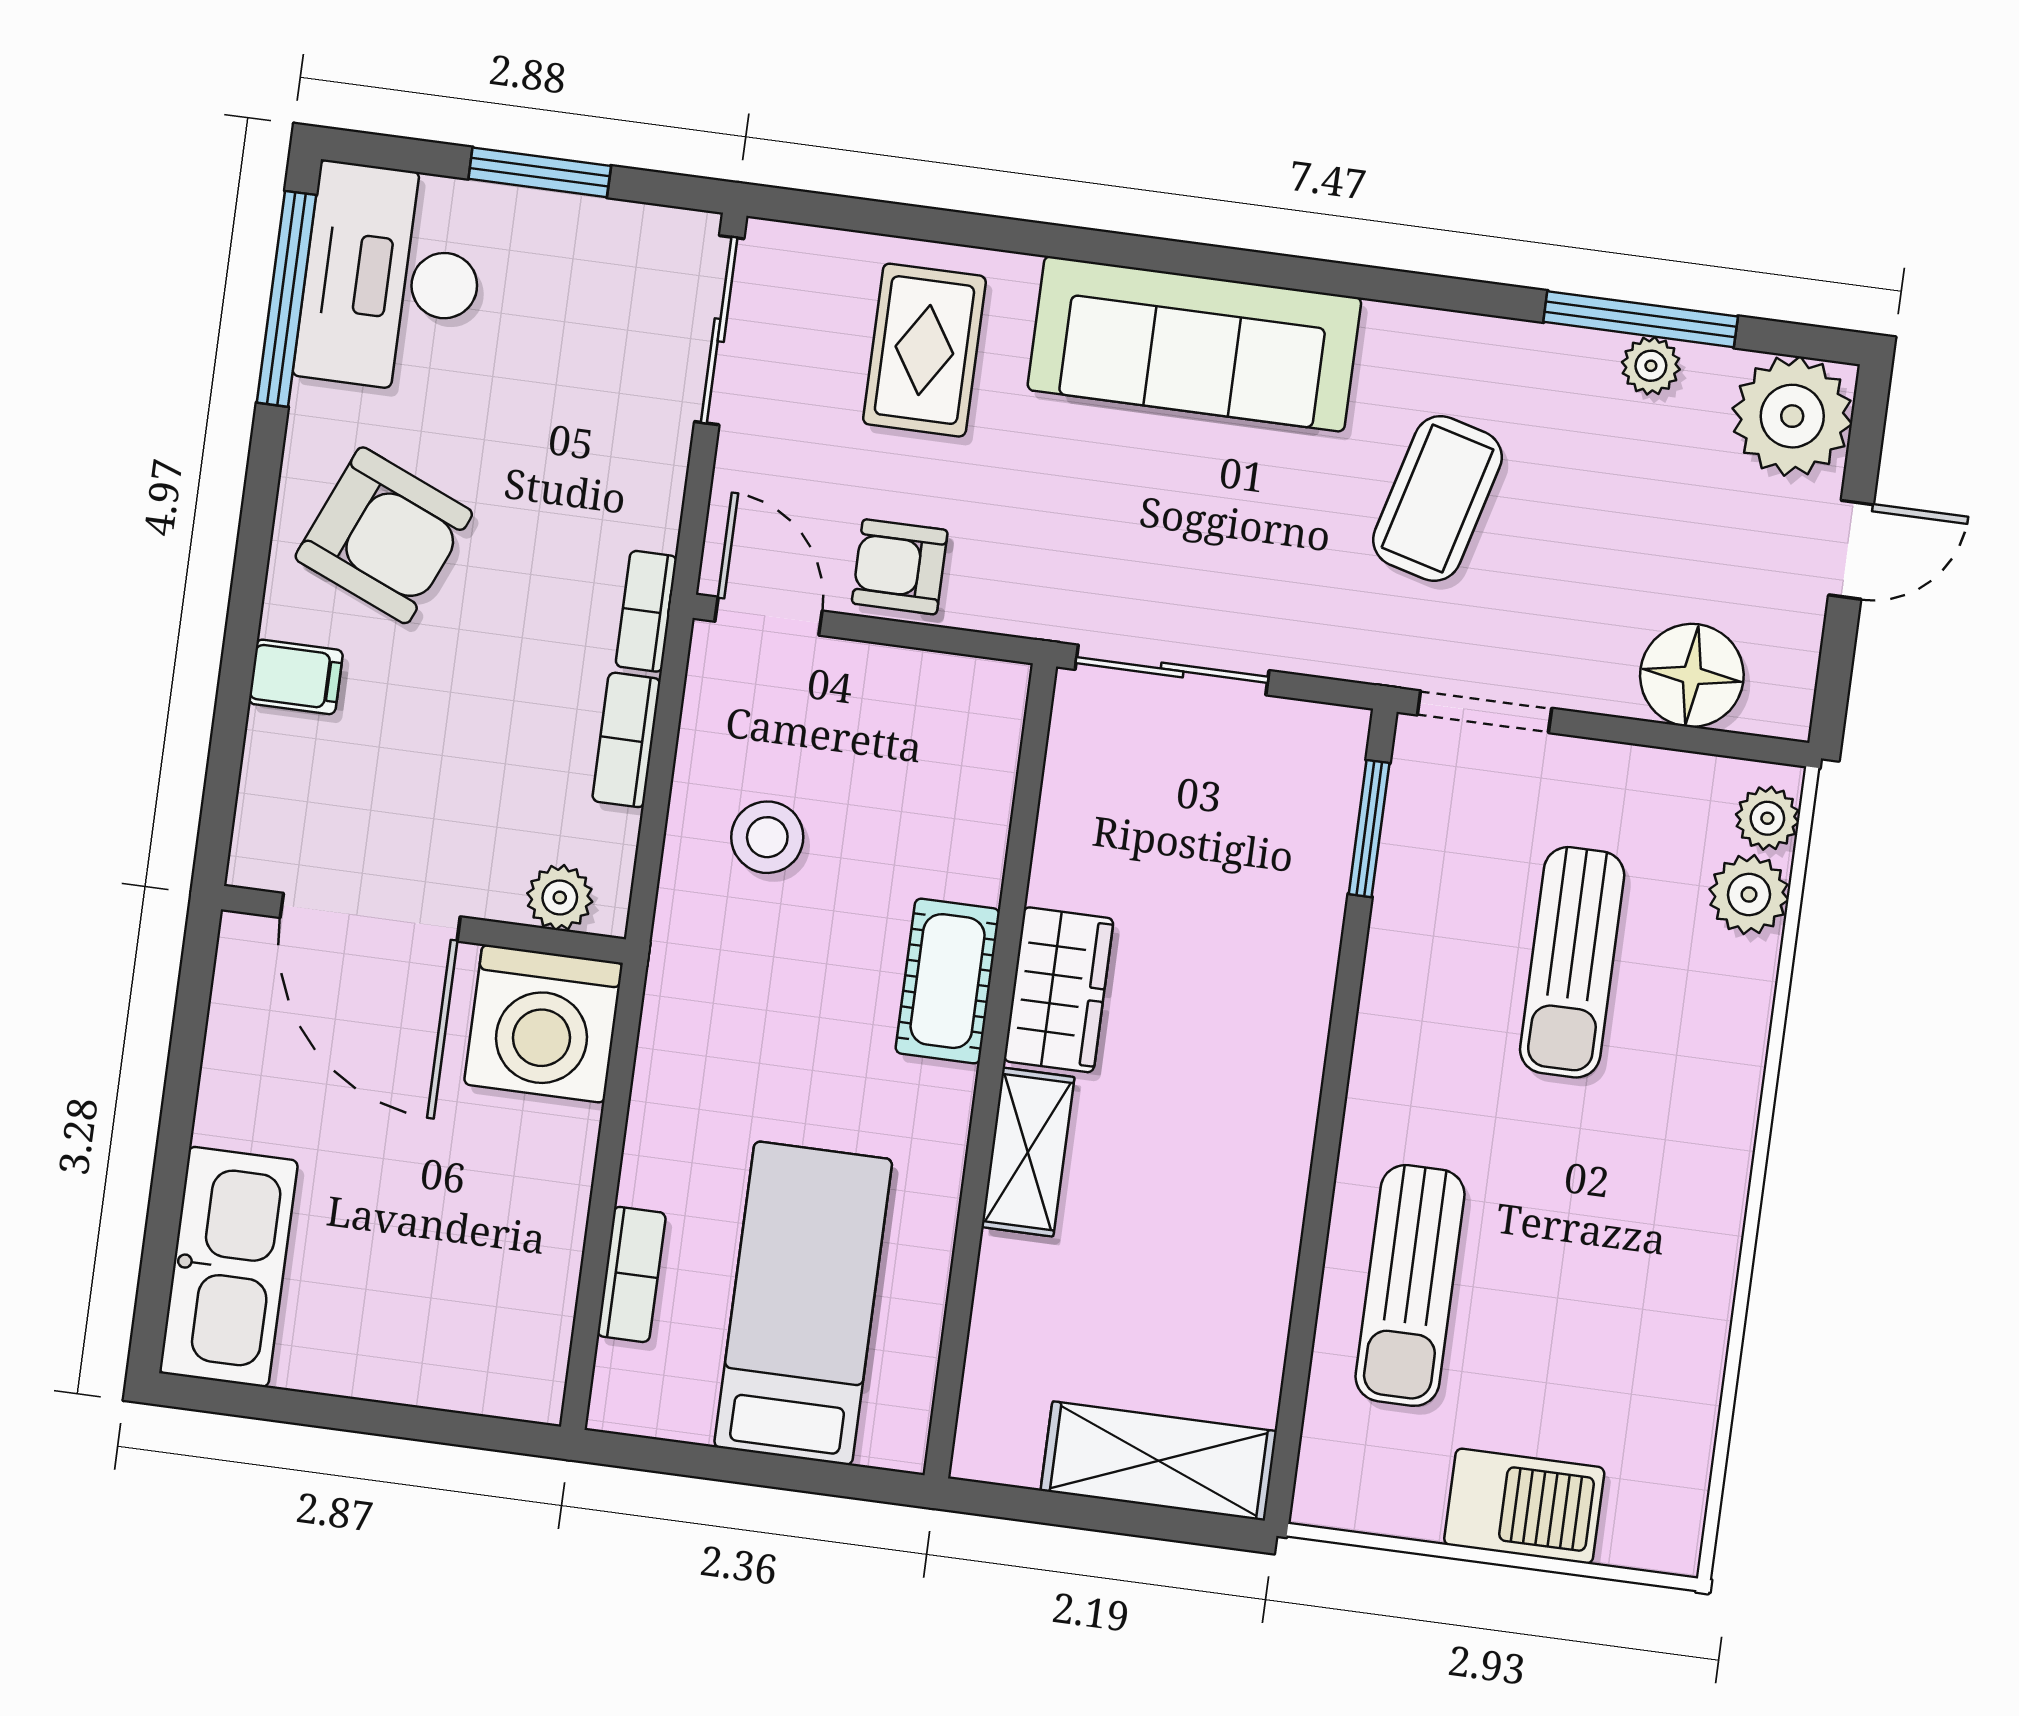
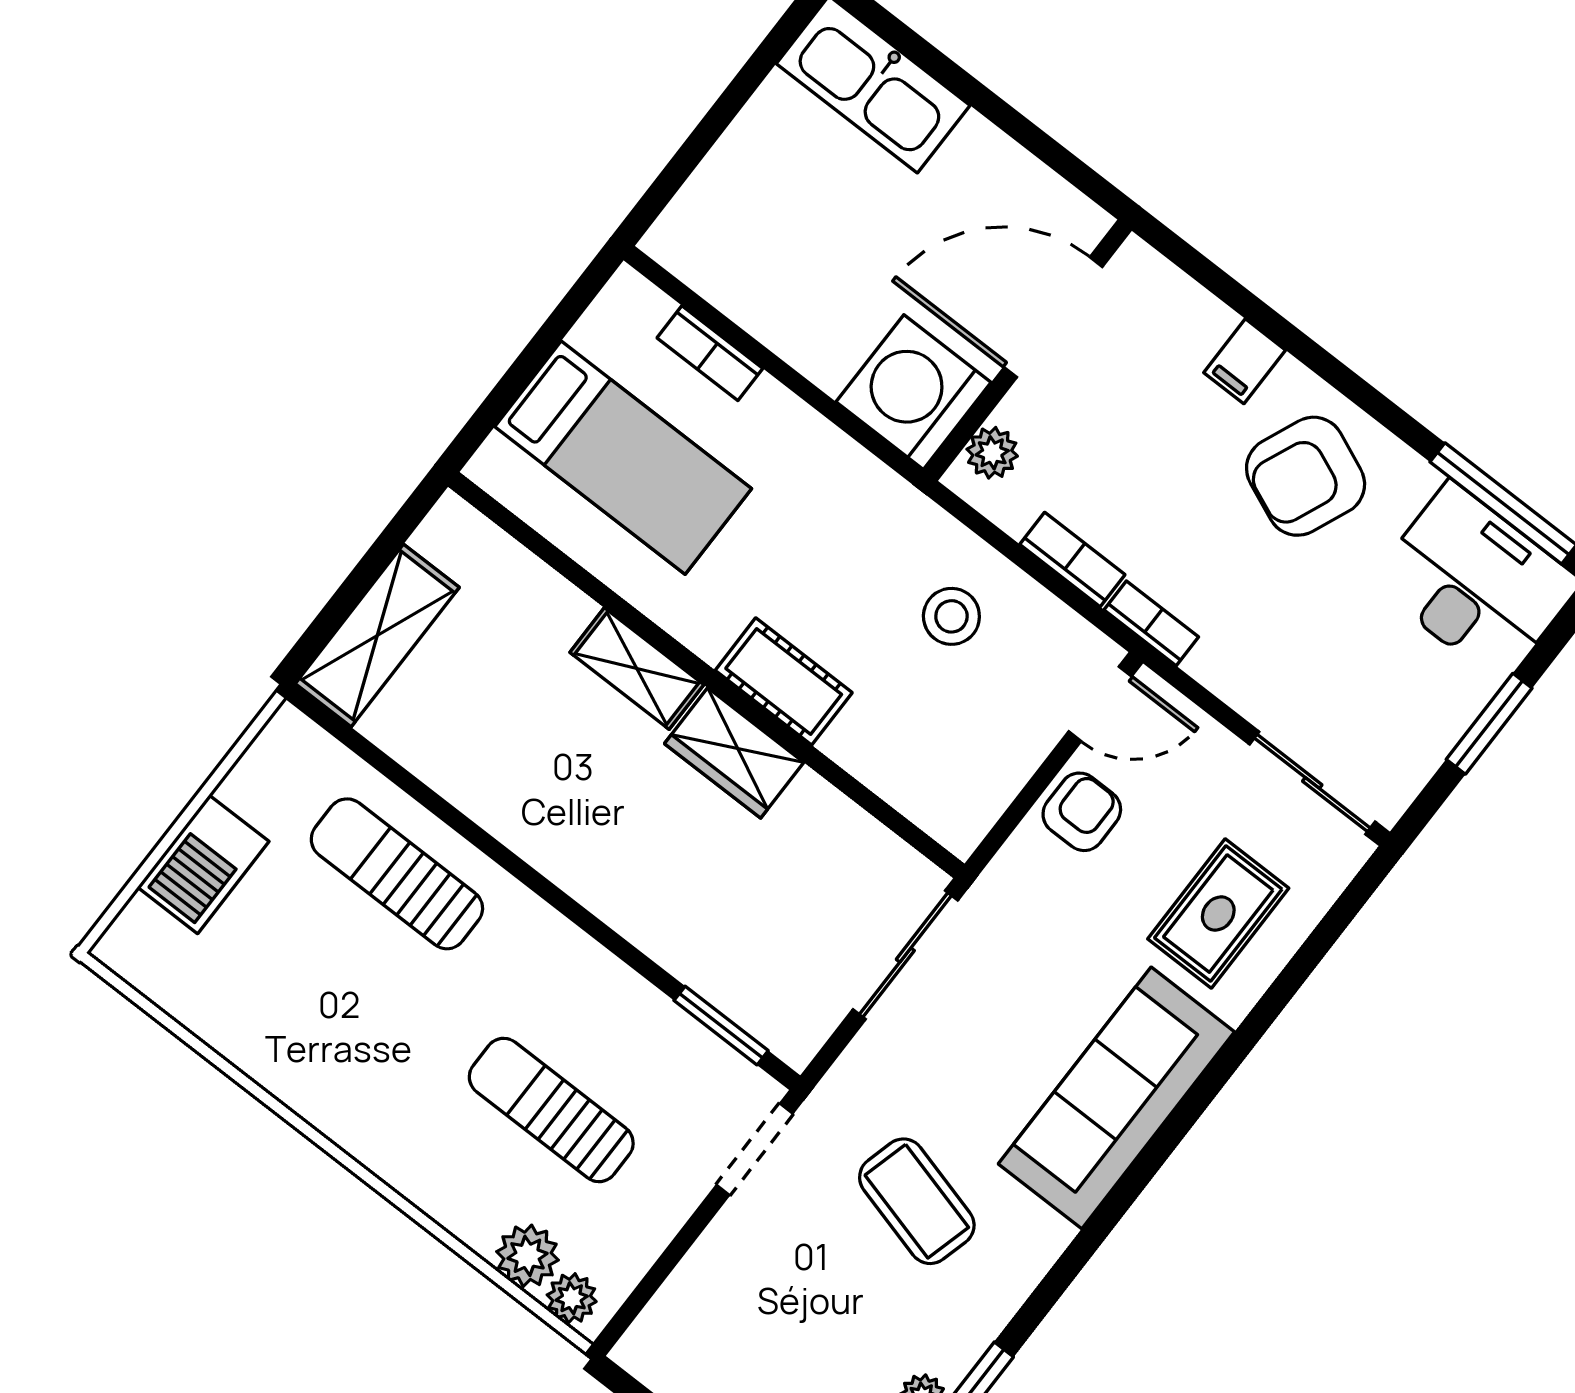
rug: (924, 350) -> (1218, 914), turned 90
floor lamp: (1692, 675) -> (698, 1303), removed

